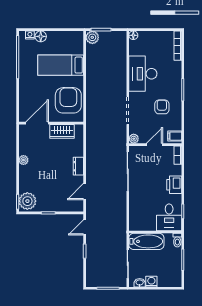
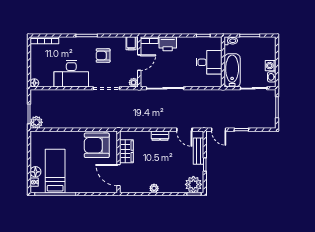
bed: (61, 65) -> (55, 171), moved, turned 180
door: (154, 145) -> (139, 63), swing flipped
printer: (174, 185) -> (168, 44), moved
bench: (62, 206) -> (198, 151), added
desk: (169, 217) -> (209, 62), moved

